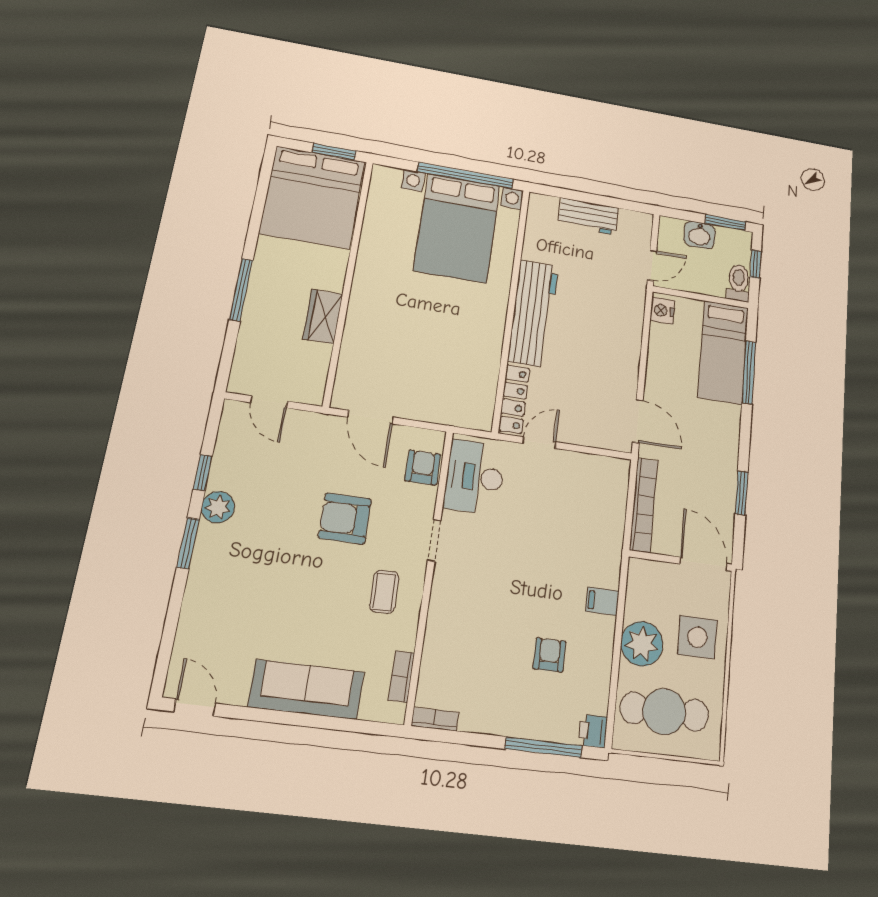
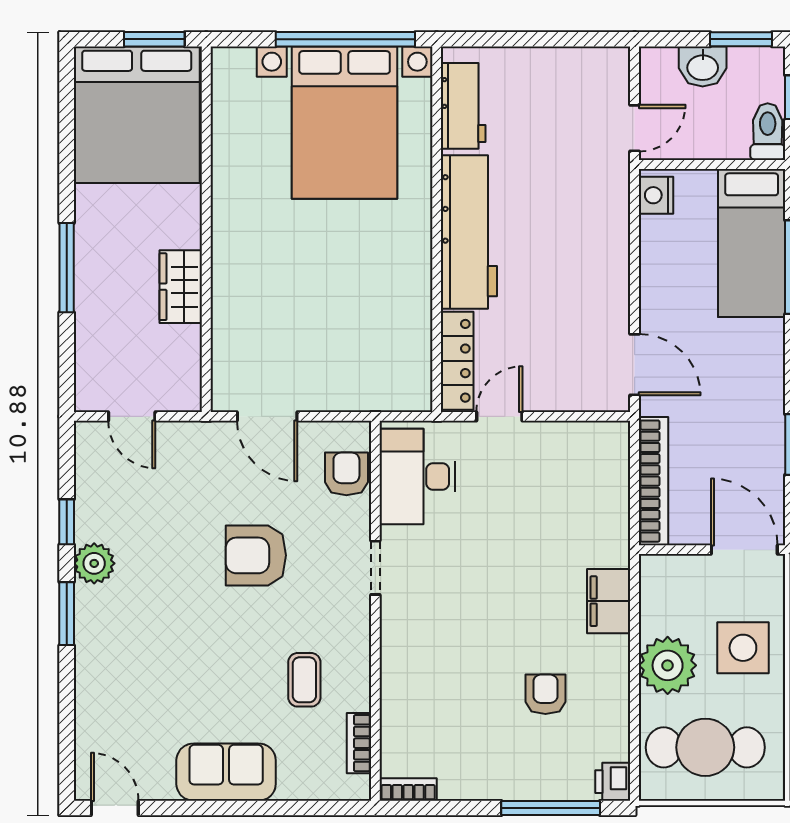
workbench: (588, 216) -> (463, 106), moved, turned -90
coffee table: (384, 592) -> (304, 680), moved
filing cabinet: (602, 601) -> (609, 601), width x2.00
sofa: (306, 689) -> (226, 772), width x0.73

